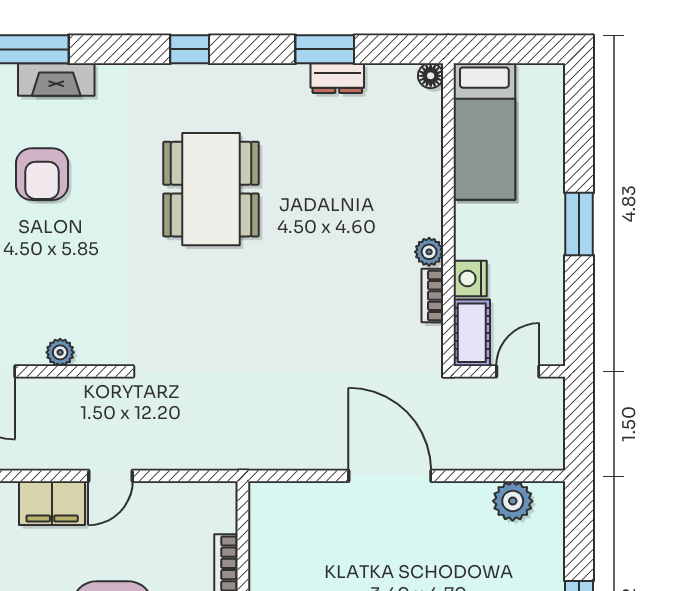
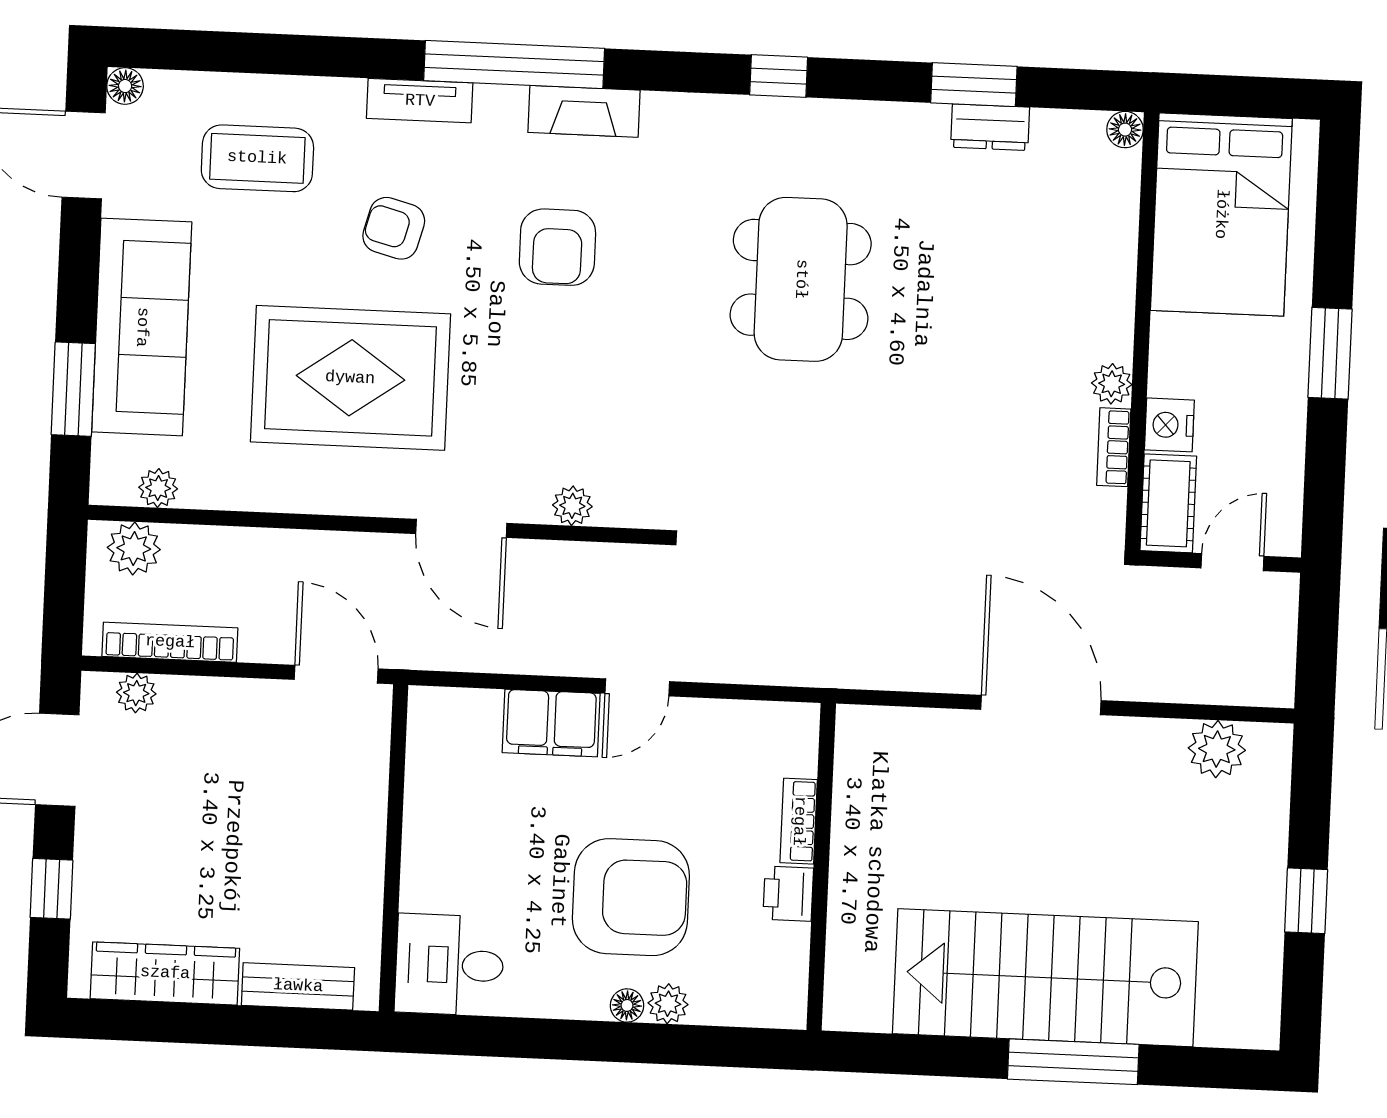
bed: (484, 132) -> (1221, 214), width x1.50

